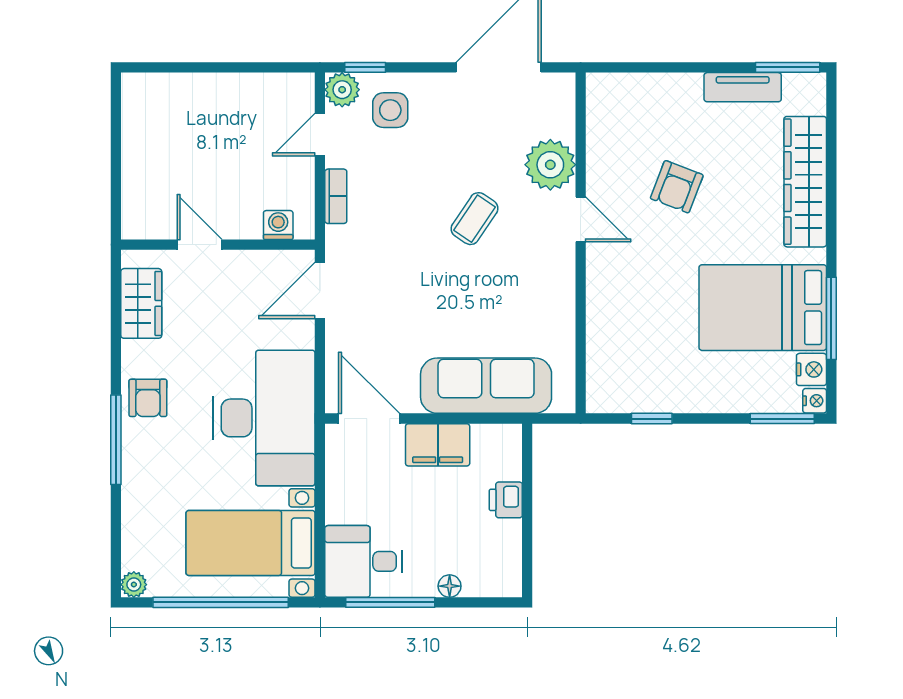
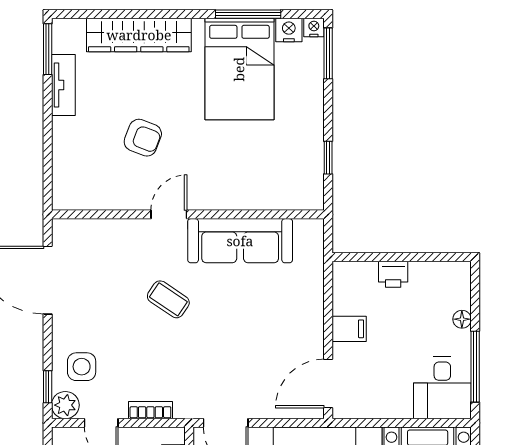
plant: (550, 165) -> (125, 239), removed
sofa: (486, 386) -> (240, 241), moved, turned -90
filing cabinet: (438, 445) -> (349, 329), width x0.50

